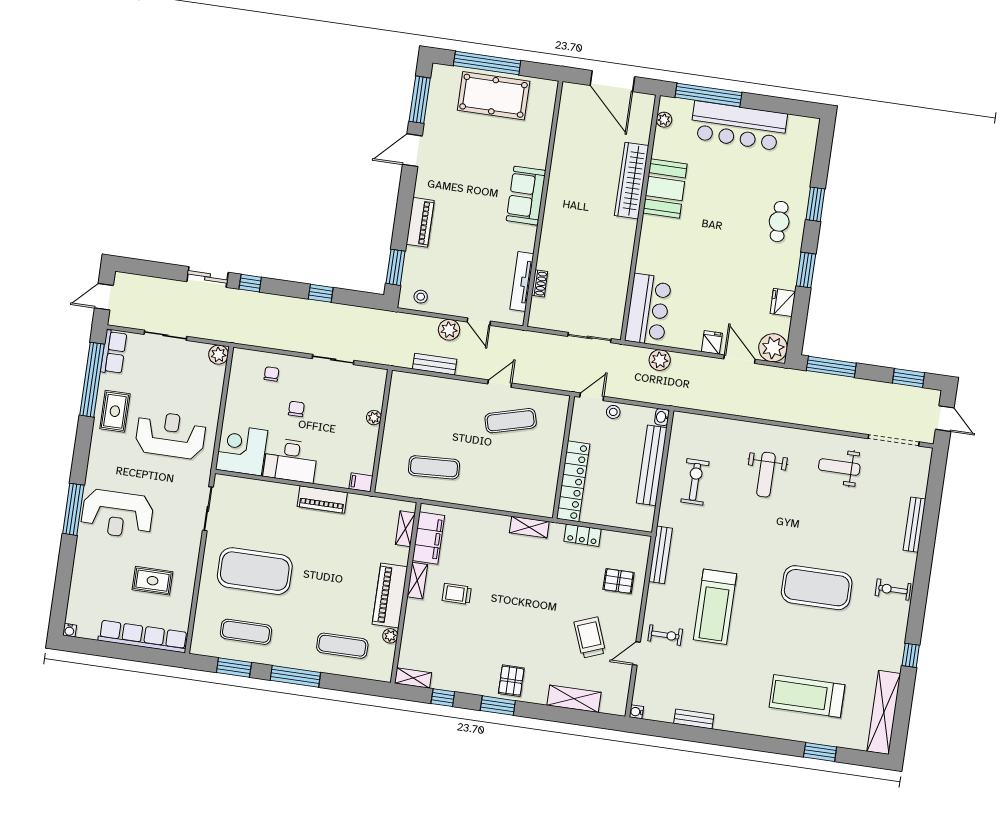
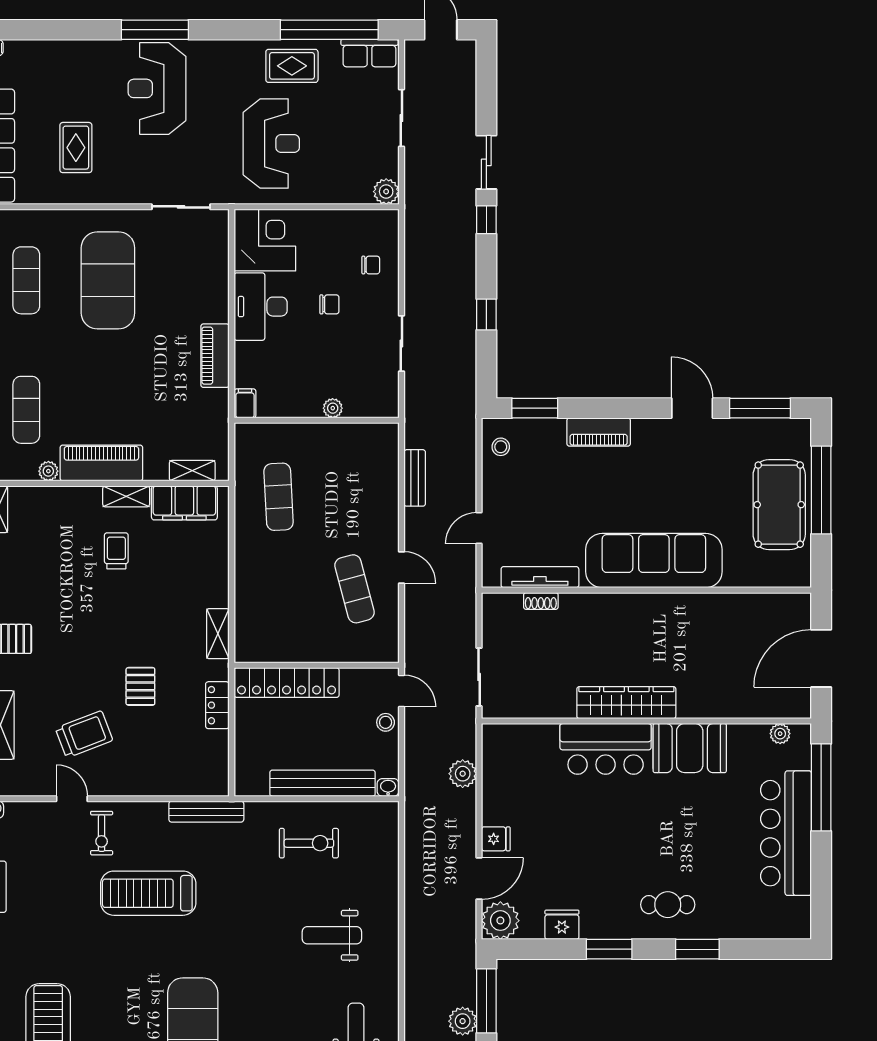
wardrobe: (632, 181) -> (626, 703), moved
sofa: (526, 196) -> (654, 561), width x1.85, depth x1.27
bar counter: (648, 309) -> (606, 749), moved
plant: (449, 330) -> (463, 1021), moved
pallet: (619, 581) -> (140, 686), moved

